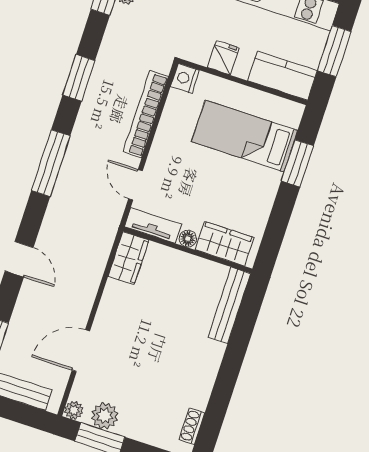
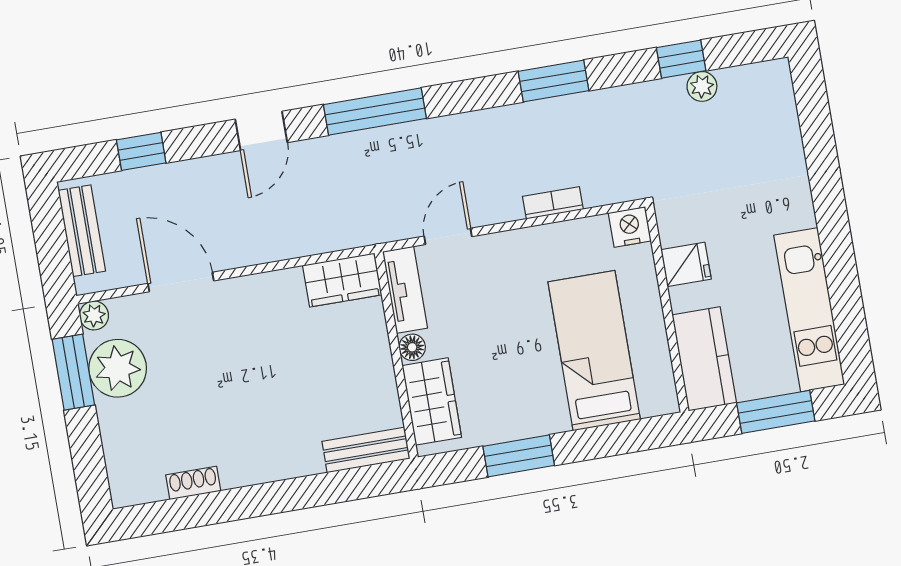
bookcase: (146, 114) -> (553, 203), width x0.43, depth x0.76
window: (51, 163) -> (375, 112), moved
window: (297, 163) -> (519, 456), moved
bench: (229, 305) -> (366, 450), width x0.73
plant: (105, 416) -> (118, 368), width x1.36, depth x1.36
shoe rack: (192, 426) -> (193, 483), moved

